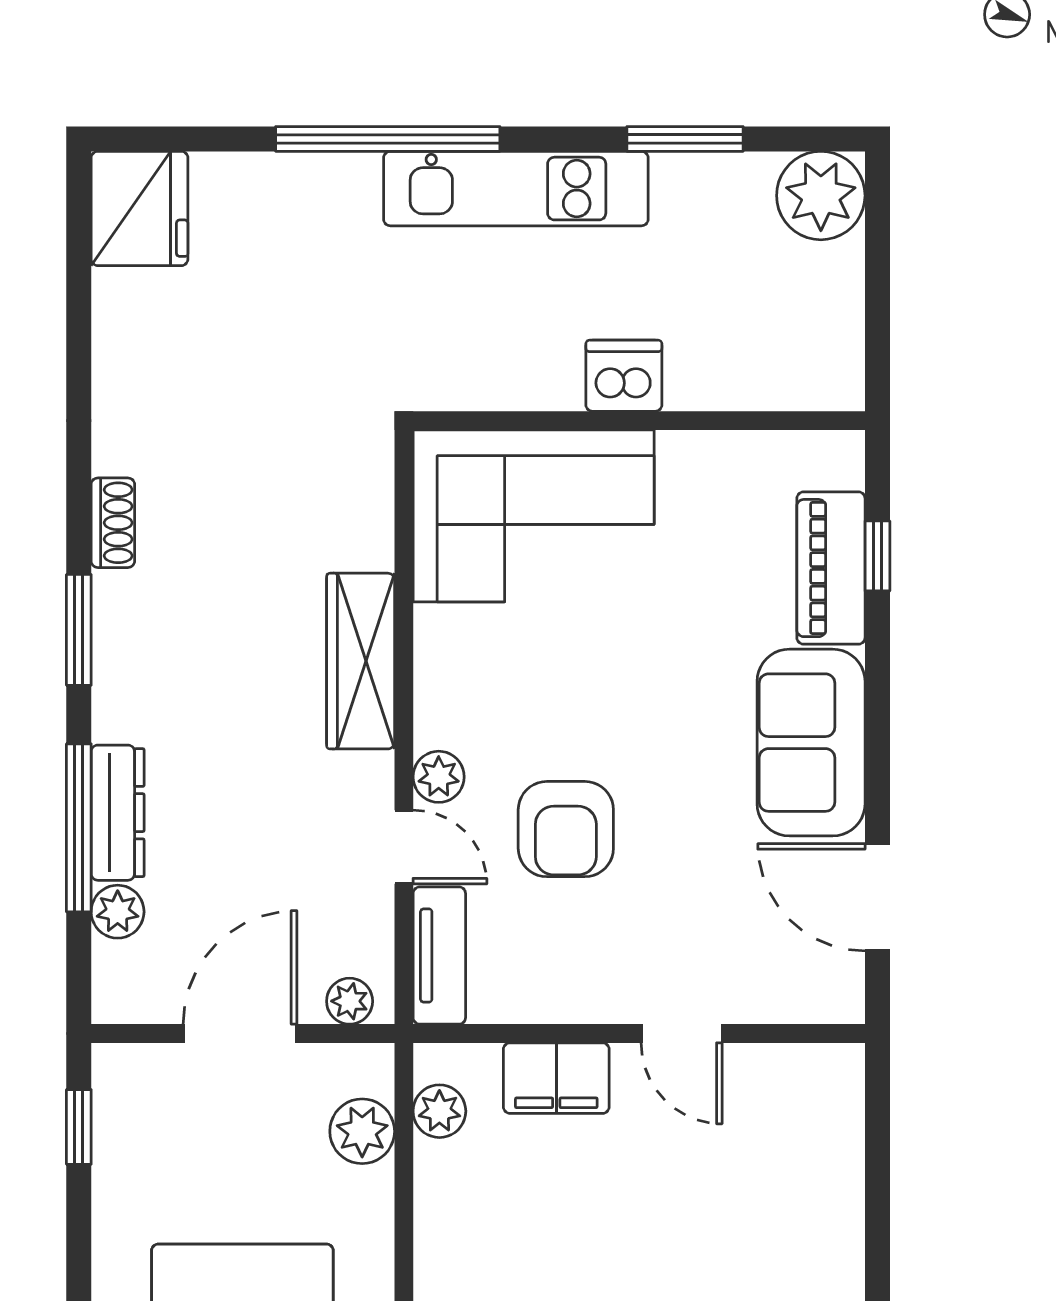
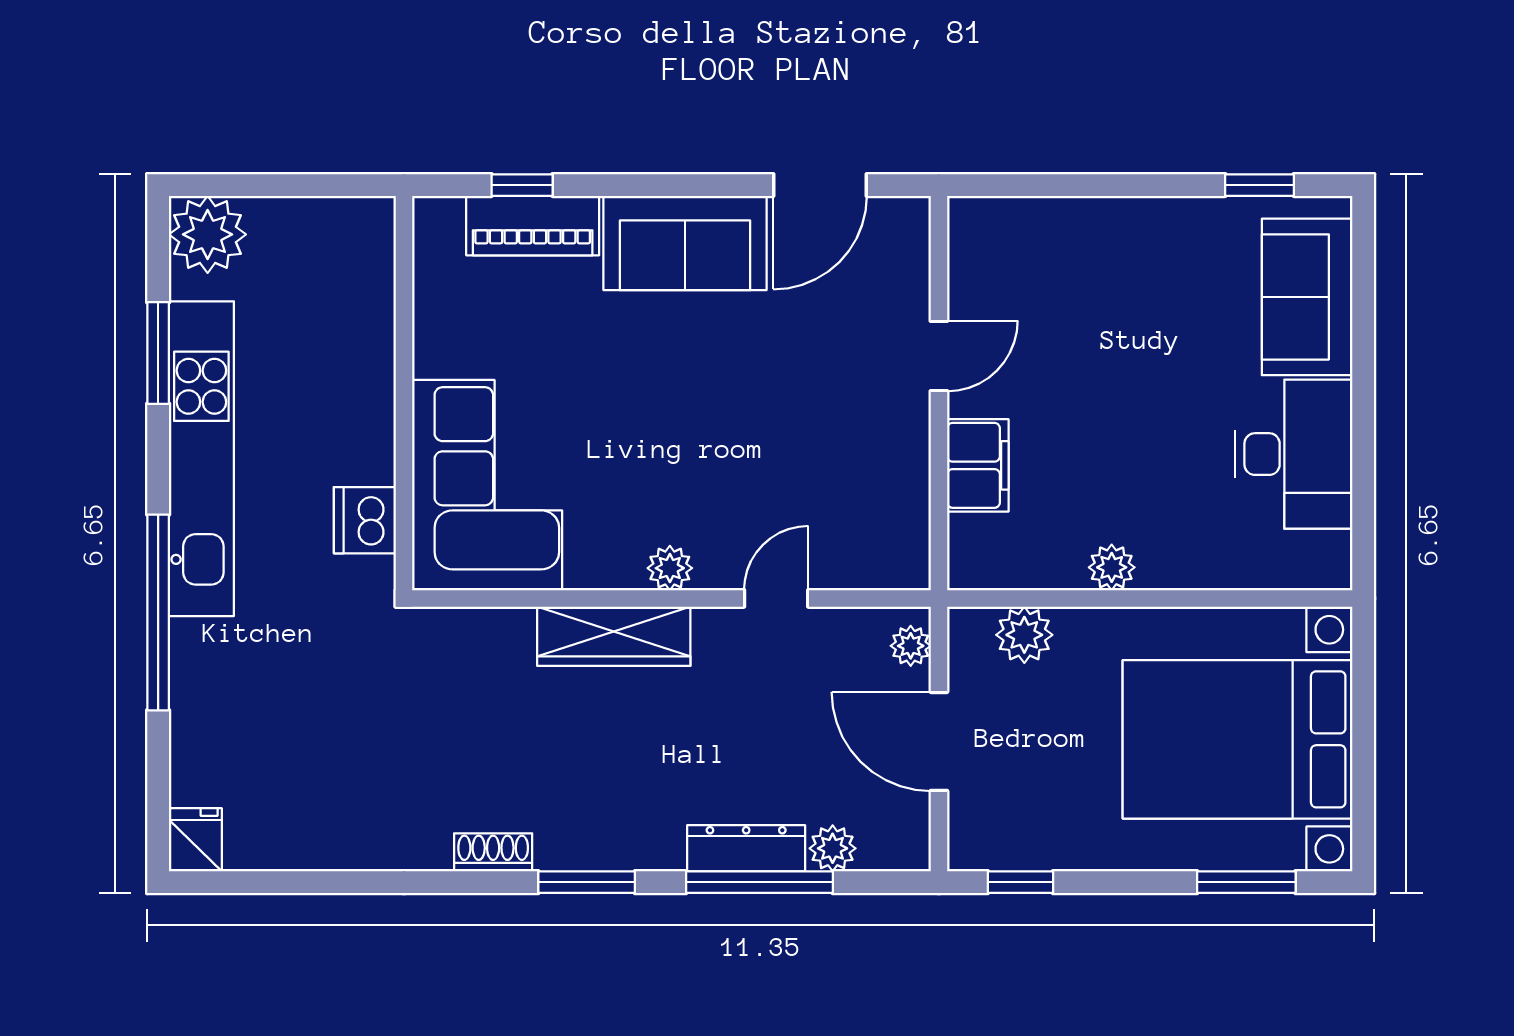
kitchen unit: (516, 189) -> (201, 459), width x1.36
fridge: (140, 208) -> (195, 840), width x0.53, depth x0.75
dishwasher: (624, 376) -> (365, 520), moved
plant: (439, 777) -> (670, 568), moved
armchair: (566, 829) -> (760, 457), removed
tv unit: (439, 956) -> (871, 567), removed
plant: (439, 1111) -> (1112, 567), moved

